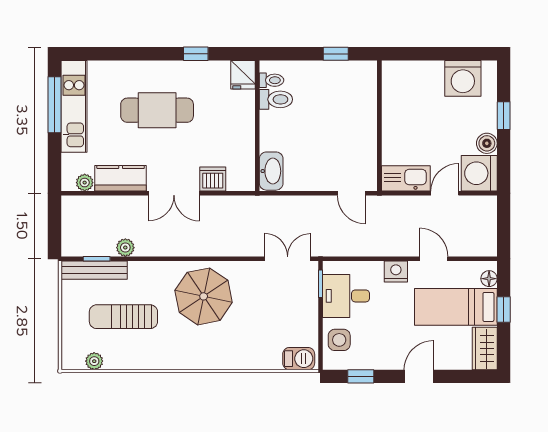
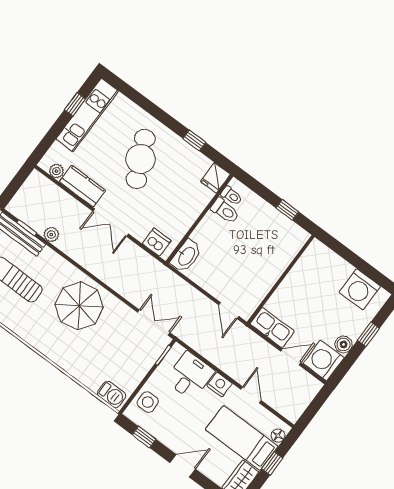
window: (54, 105) -> (75, 104), width x0.46
cafe table: (157, 110) -> (141, 159), turned 65
dishwasher: (213, 179) -> (157, 242), moved
desk: (346, 296) -> (190, 376), moved, turned 90

